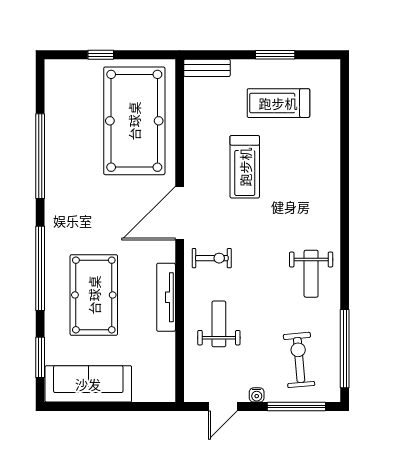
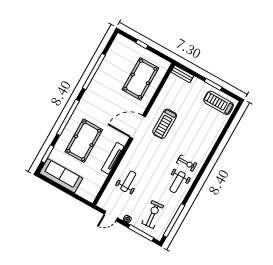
treadmill: (278, 103) -> (219, 103), moved
pool table: (134, 121) -> (140, 79), width x0.73, depth x0.76
treadmill: (245, 167) -> (165, 124), moved
exercise bike: (212, 258) -> (187, 163), moved

